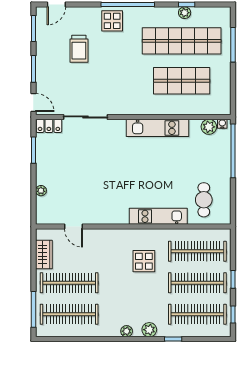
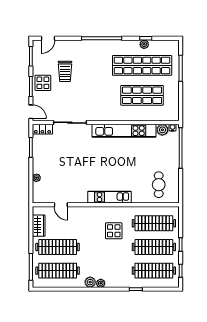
display table: (112, 21) -> (43, 83), moved
kitchen unit: (158, 128) -> (124, 131), width x1.36
kitchen unit: (158, 216) -> (109, 197), moved
plant: (149, 330) -> (90, 282), moved

